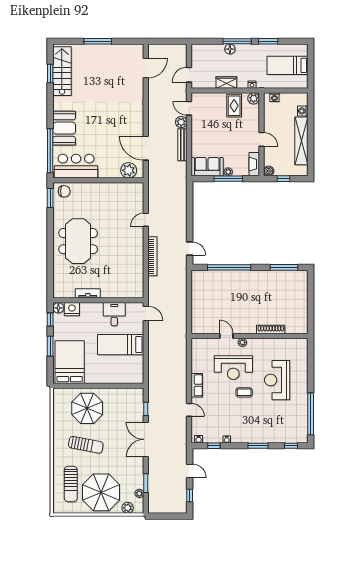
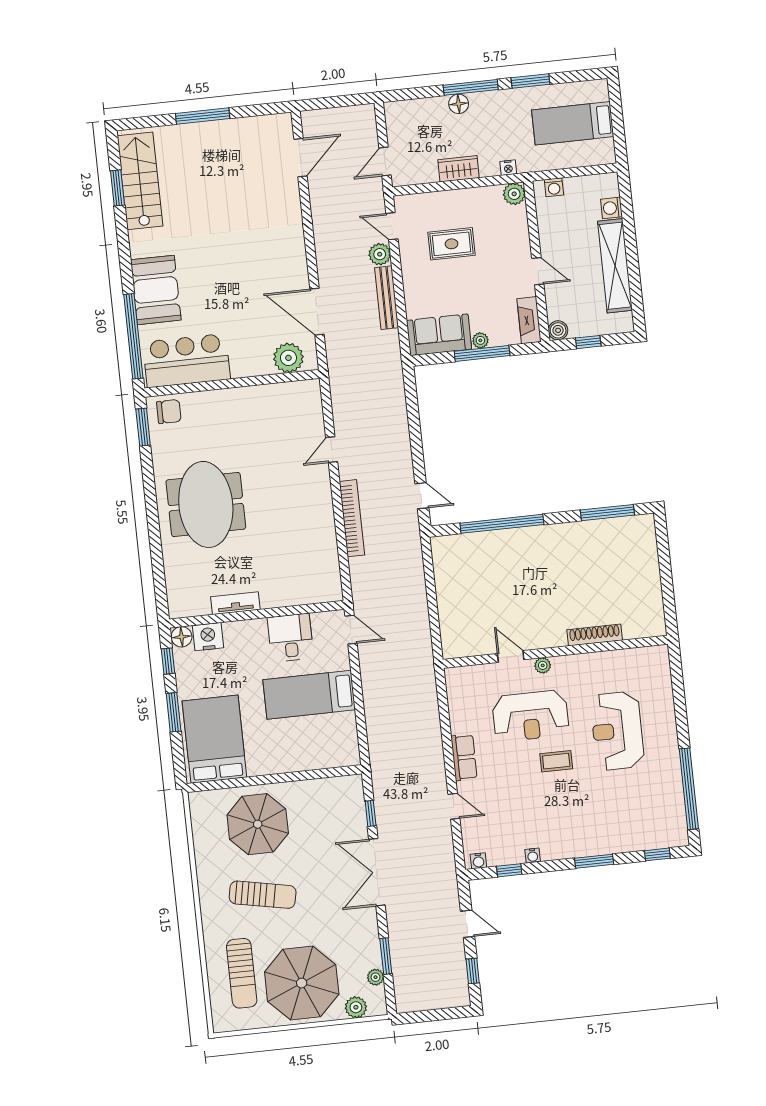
rug: (234, 106) -> (452, 244), moved, turned 90

